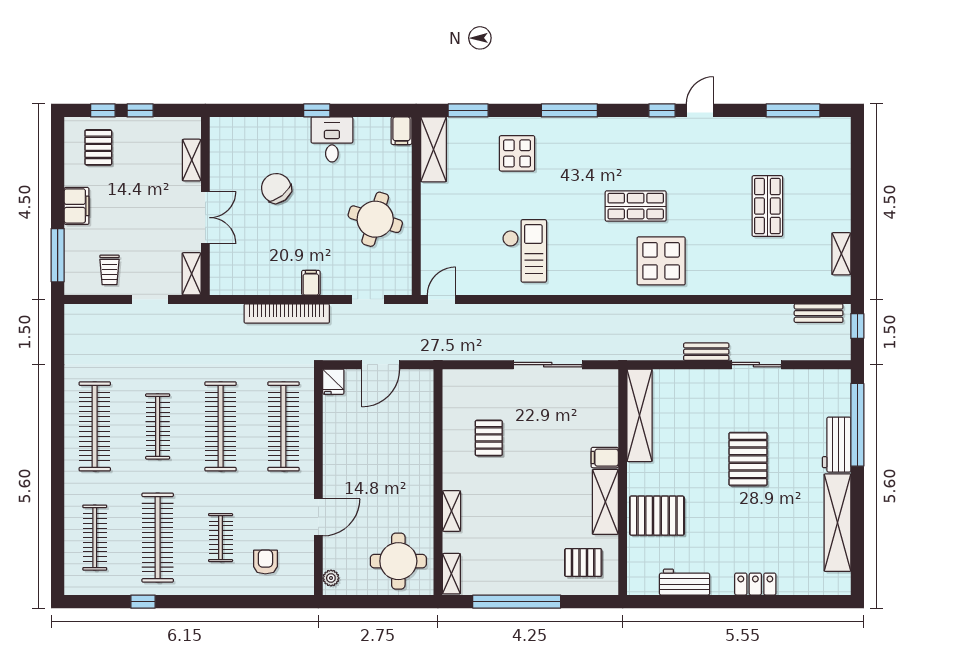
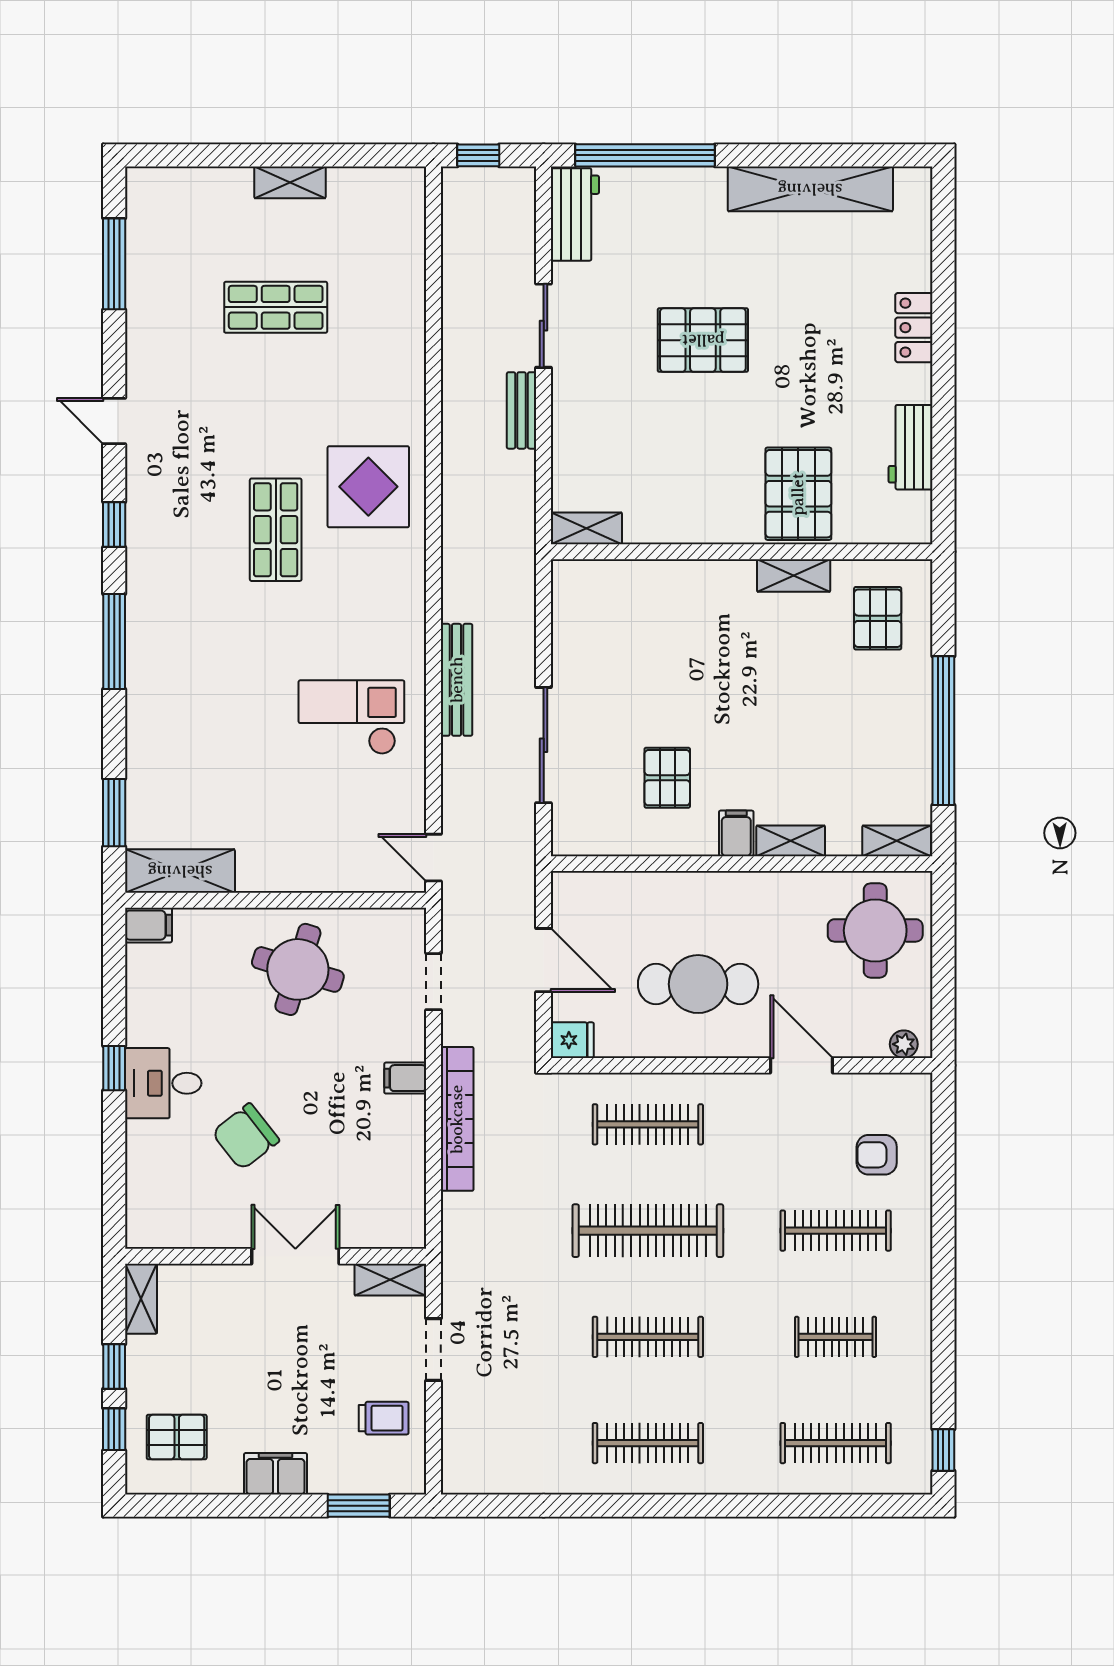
window: (662, 110) -> (114, 525), moved
desk: (332, 139) -> (163, 1083), moved
display table: (517, 153) -> (187, 730), removed
shelving: (192, 160) -> (141, 1299), moved, turned 90
shelving: (841, 254) -> (290, 182), moved
window: (58, 255) -> (359, 1506), width x0.69
bench: (819, 313) -> (457, 680), moved, width x1.36
sliding door: (548, 365) -> (544, 745), moved
shelving: (640, 415) -> (586, 528), width x0.45, depth x0.75
clothes rail: (95, 426) -> (648, 1443), width x0.73, depth x0.76
clothes rail: (283, 426) -> (648, 1124), width x0.73, depth x0.76
pallet: (489, 438) -> (667, 778), turned 90
workbench: (837, 445) -> (575, 214), moved, turned -90
cafe table: (367, 456) -> (698, 984), added
filing cabinet: (605, 458) -> (736, 833), moved, turned 180
shelving: (605, 502) -> (794, 575), width x0.67, depth x0.75
clothes rail: (158, 538) -> (836, 1337), width x0.54, depth x0.76
clothes rail: (221, 538) -> (836, 1231), width x1.36
window: (143, 602) -> (943, 1450), moved

